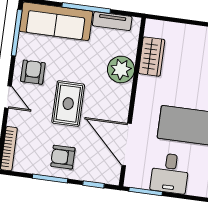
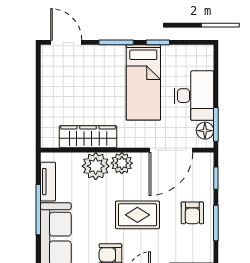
wardrobe: (152, 57) -> (88, 137), width x1.50
plant: (120, 95) -> (122, 163), added
desk: (170, 173) -> (194, 96), width x1.37
floor lamp: (141, 180) -> (205, 131), added

